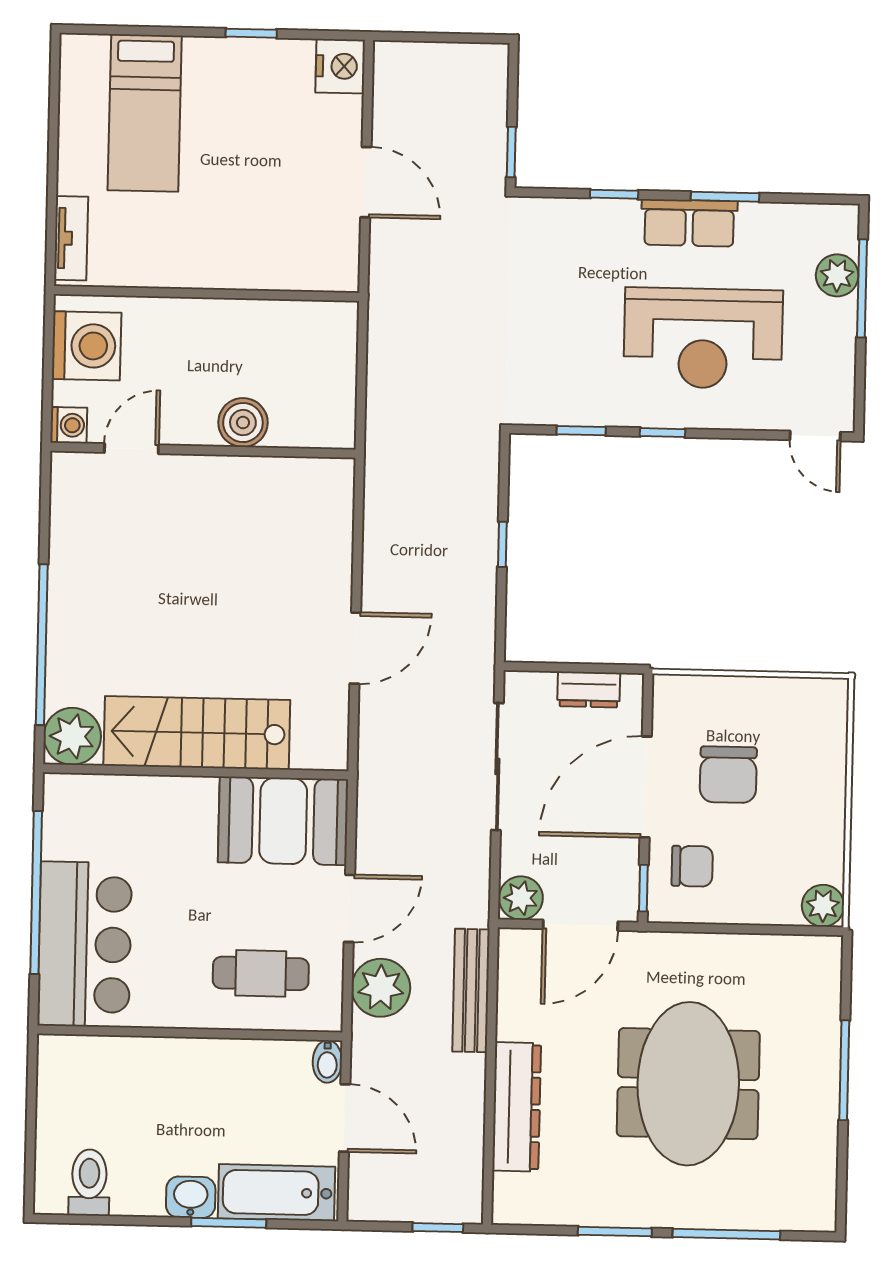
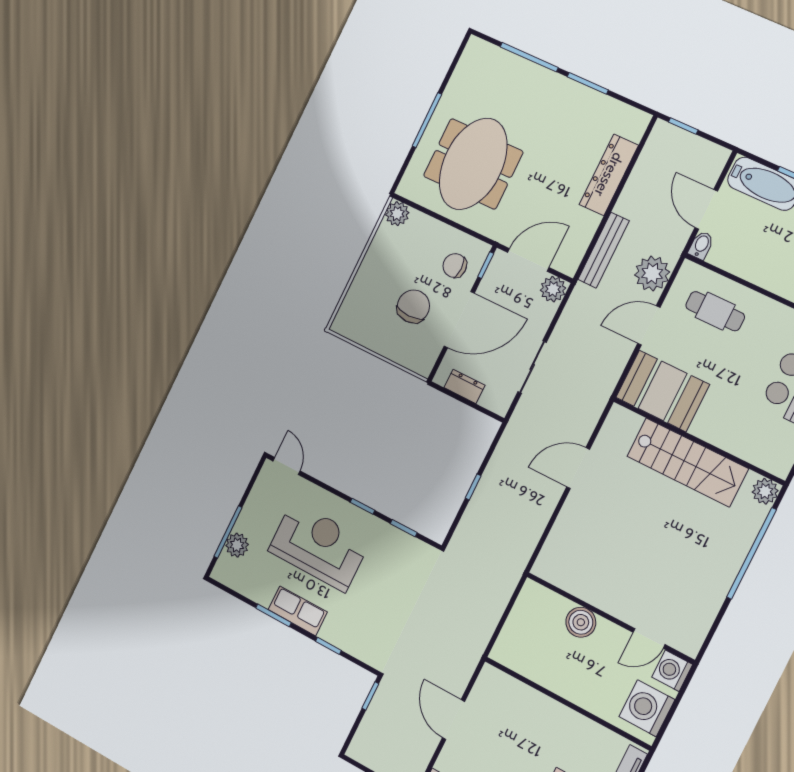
washing machine: (69, 425) -> (672, 671), width x1.38, depth x1.38
plant: (72, 736) -> (765, 491), width x0.73, depth x0.73
sliding door: (497, 767) -> (532, 367), width x0.73
meeting table: (688, 1084) -> (473, 164), moved

